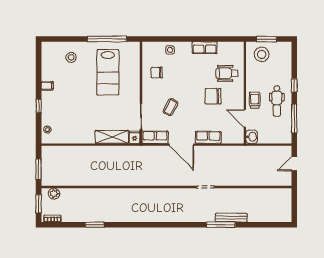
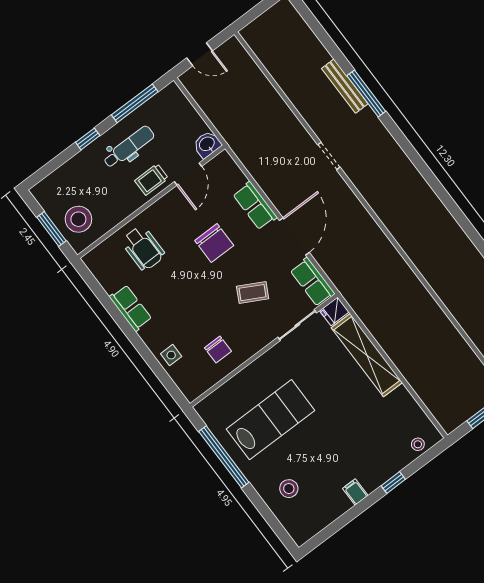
chair: (213, 96) -> (214, 243), moved
shelving: (112, 137) -> (367, 355), width x1.47

